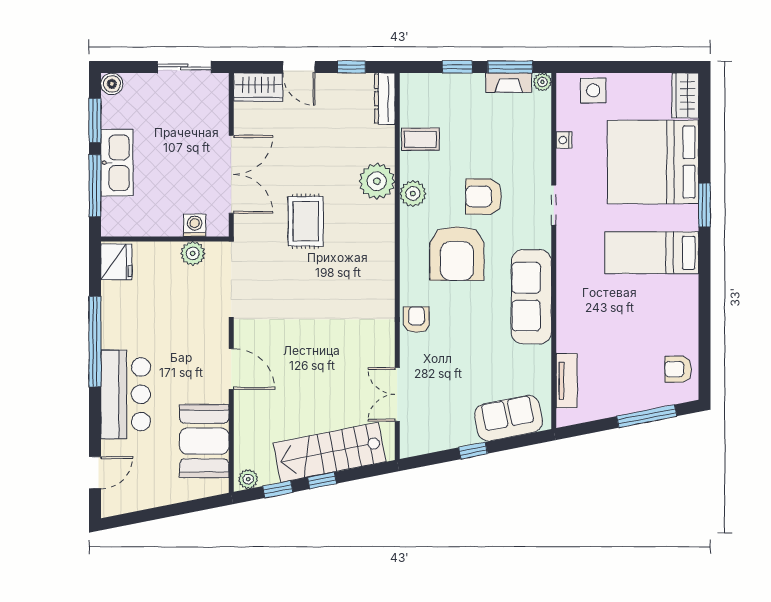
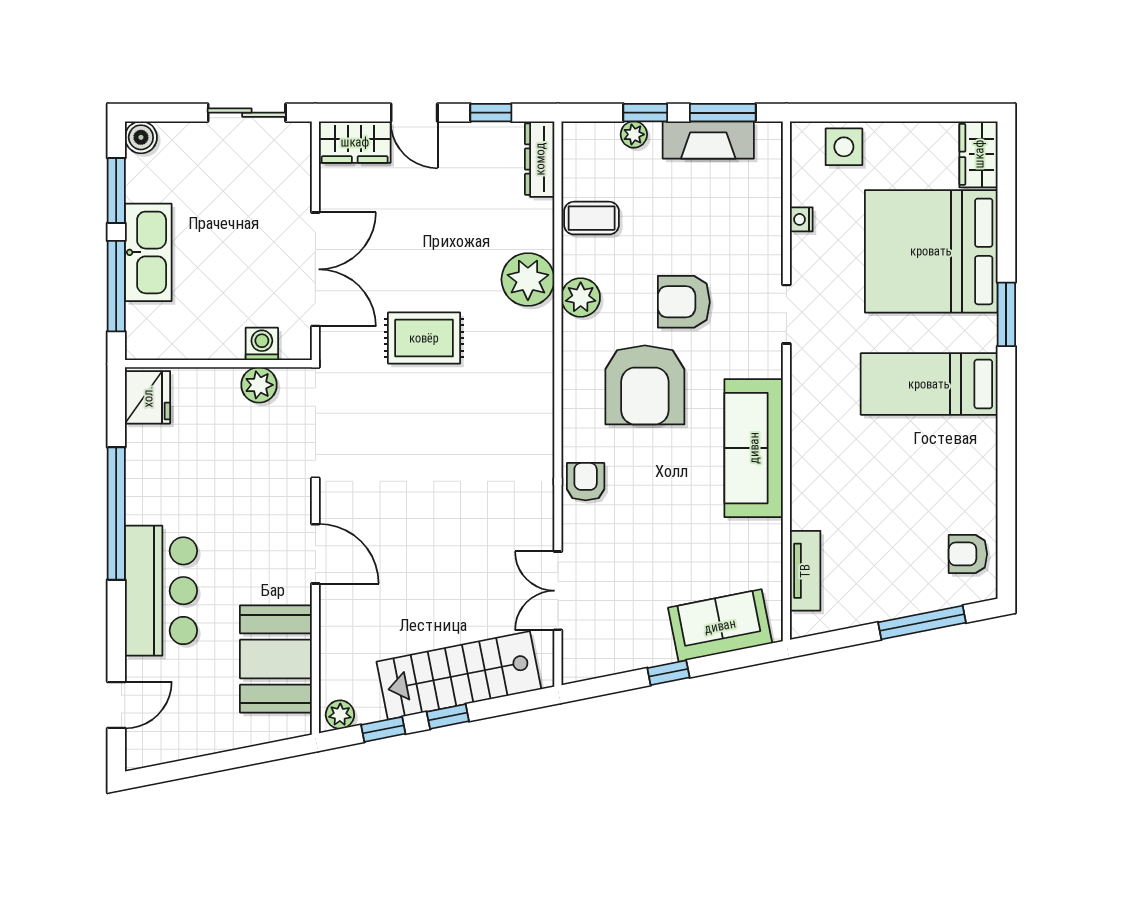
plant: (542, 82) -> (634, 134), moved
fireplace: (509, 83) -> (708, 140), width x1.37, depth x1.32
rug: (306, 221) -> (424, 338), turned 90

